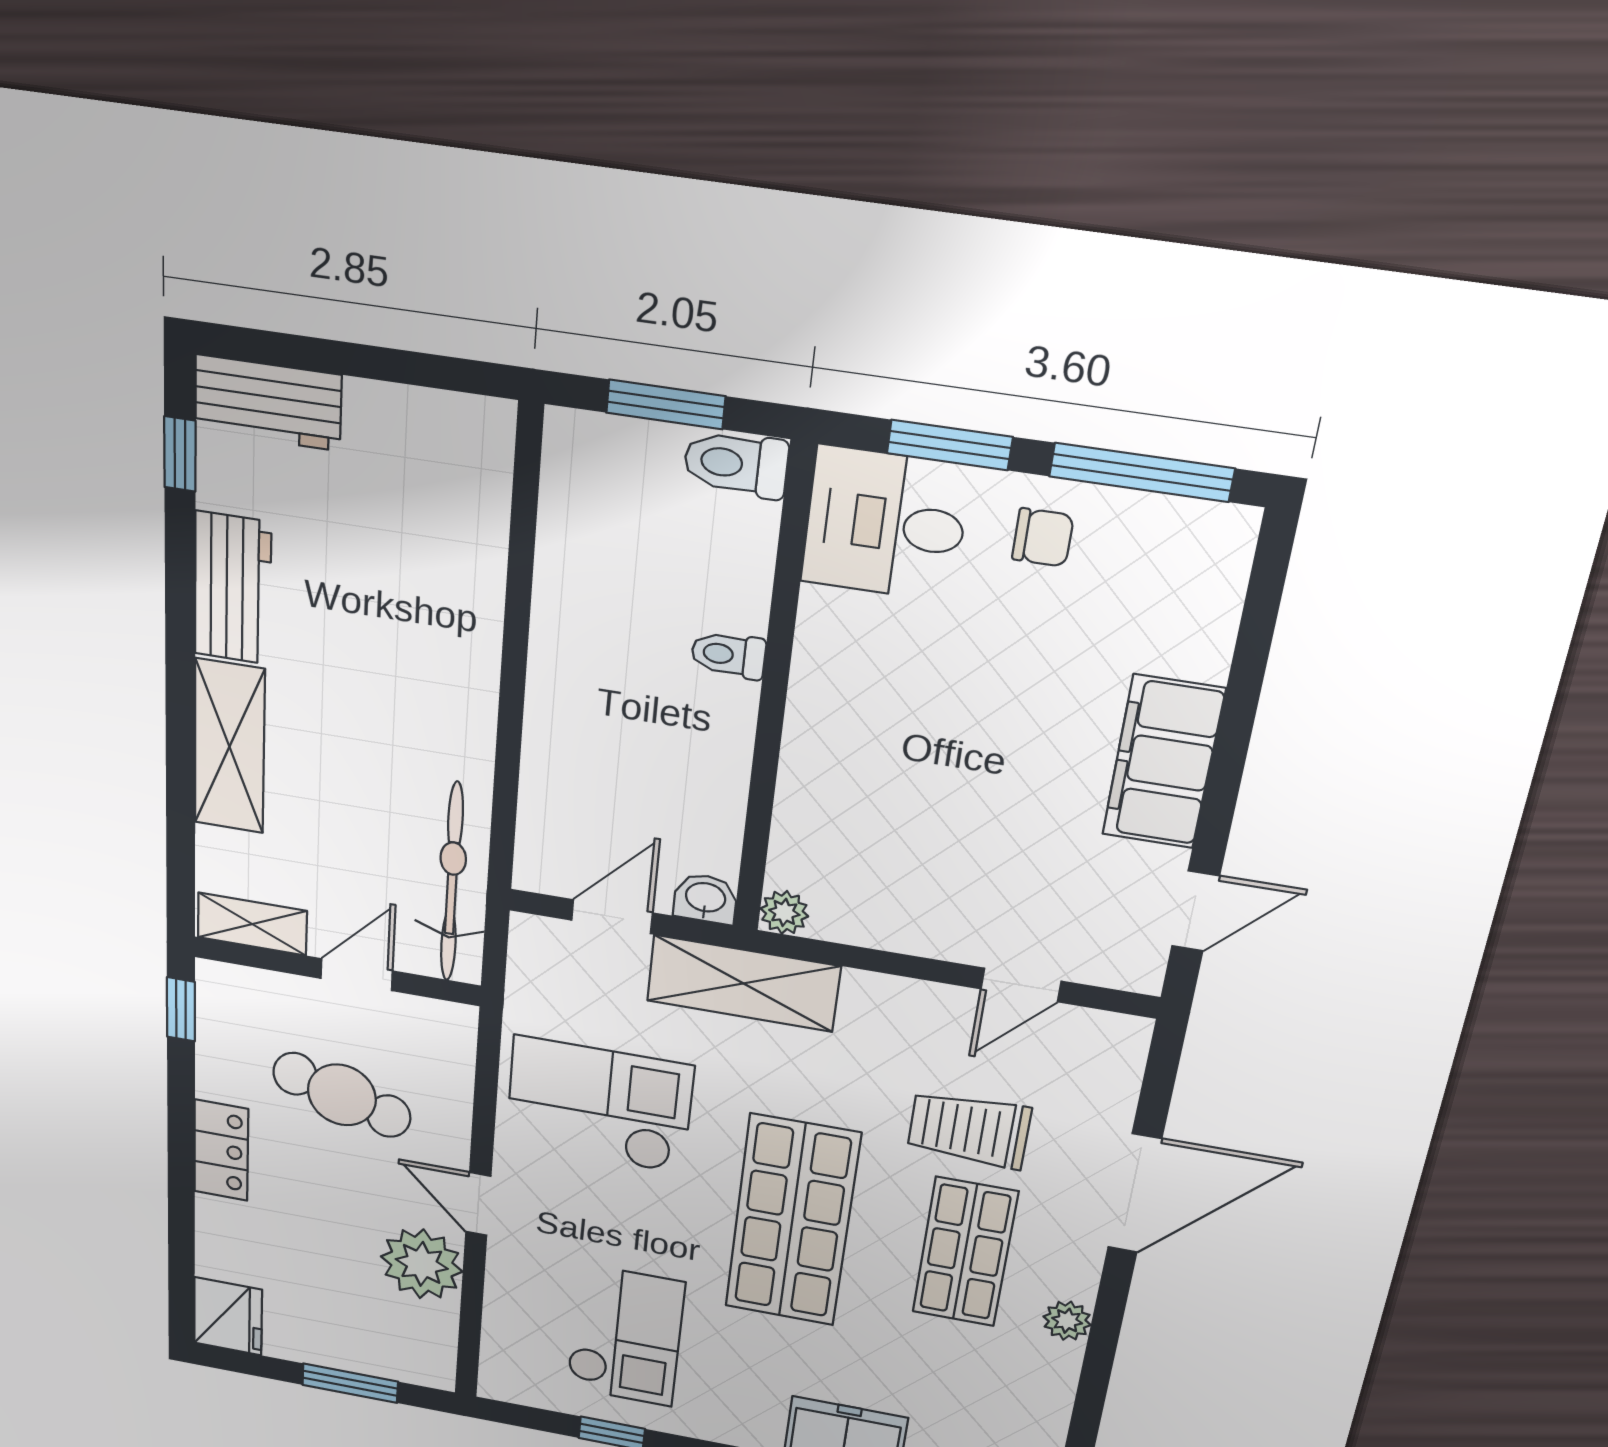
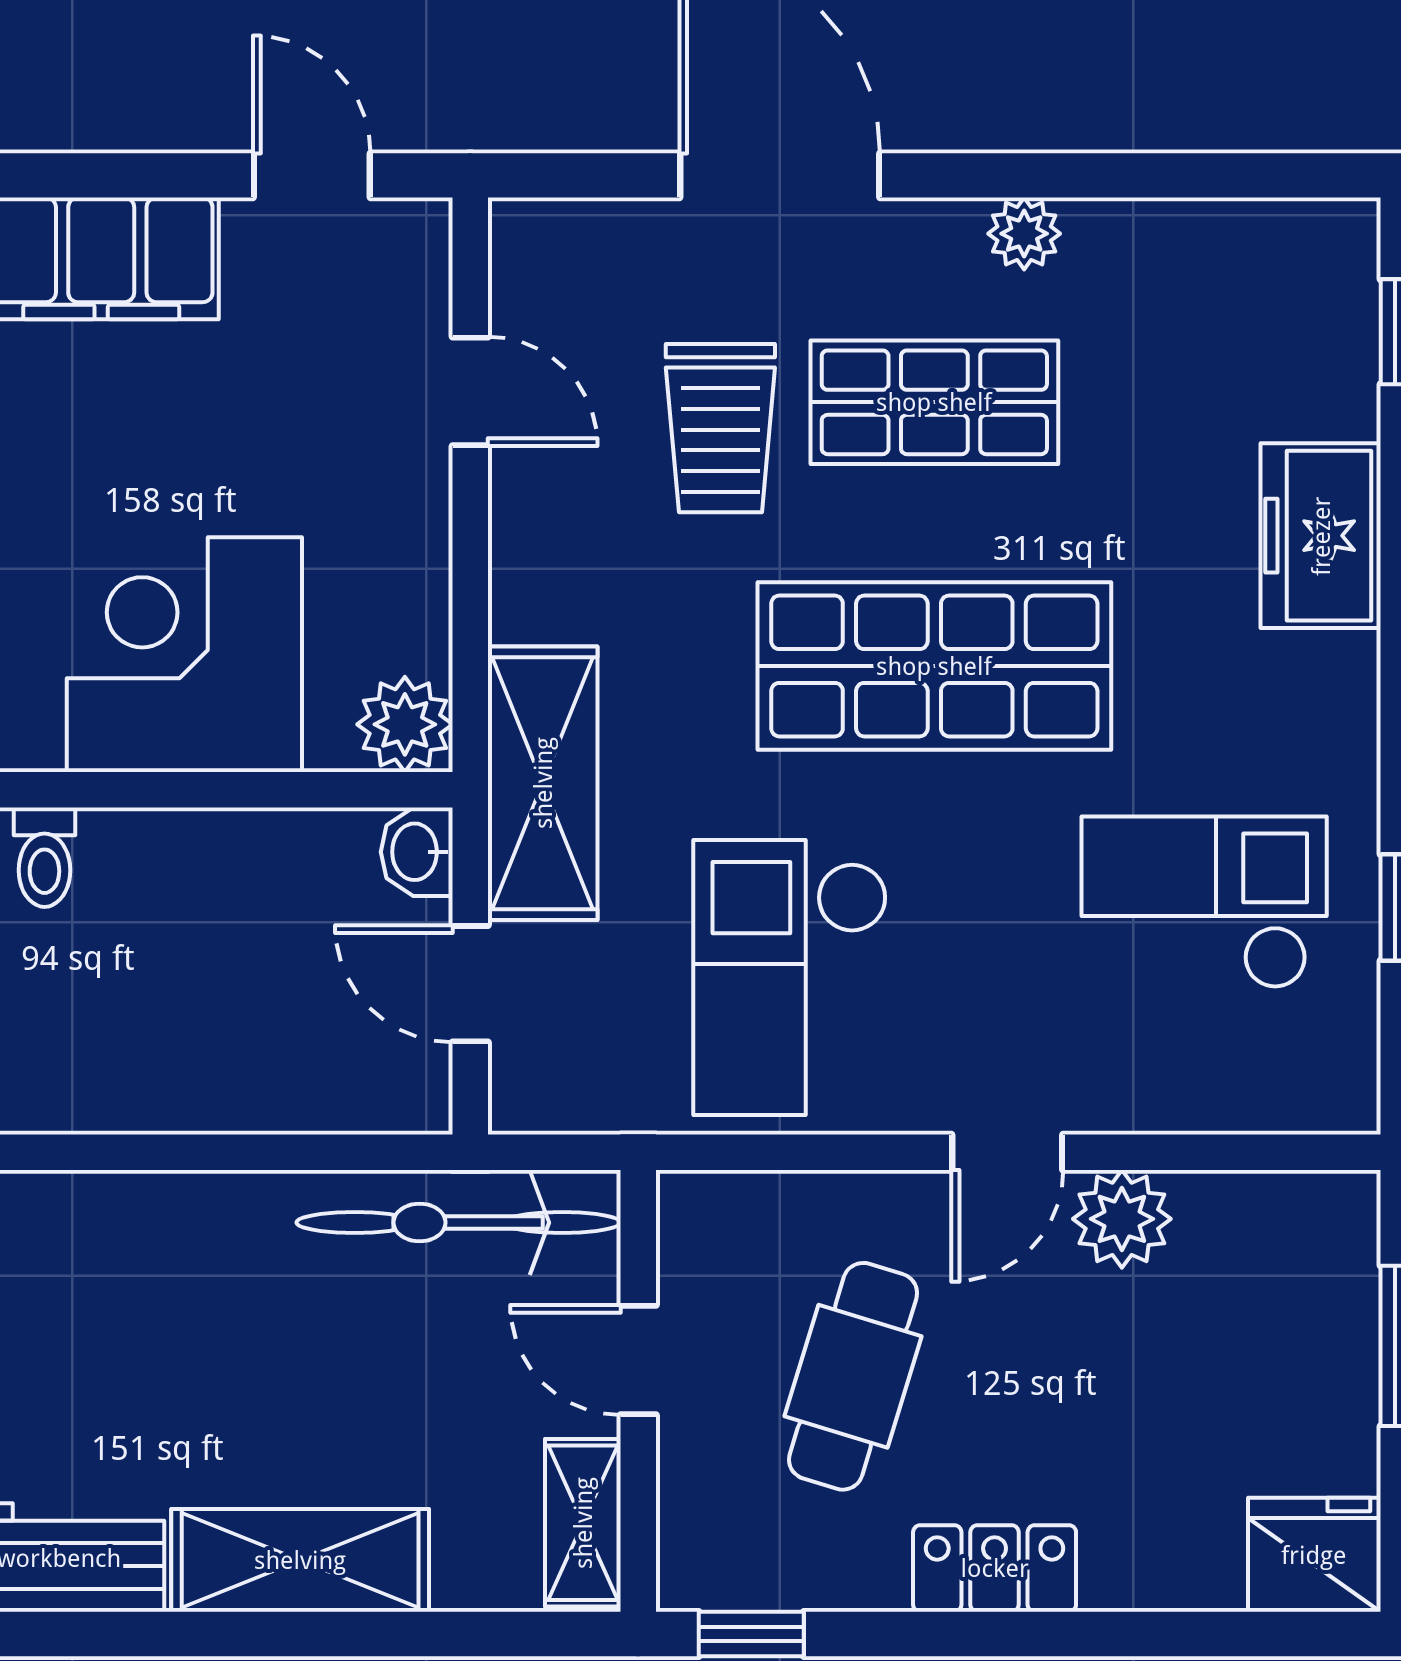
corner desk: (863, 772) -> (184, 655), added
plant: (784, 912) -> (405, 724), width x1.38, depth x1.38
plant: (422, 1264) -> (1122, 1219), width x0.73, depth x0.73

